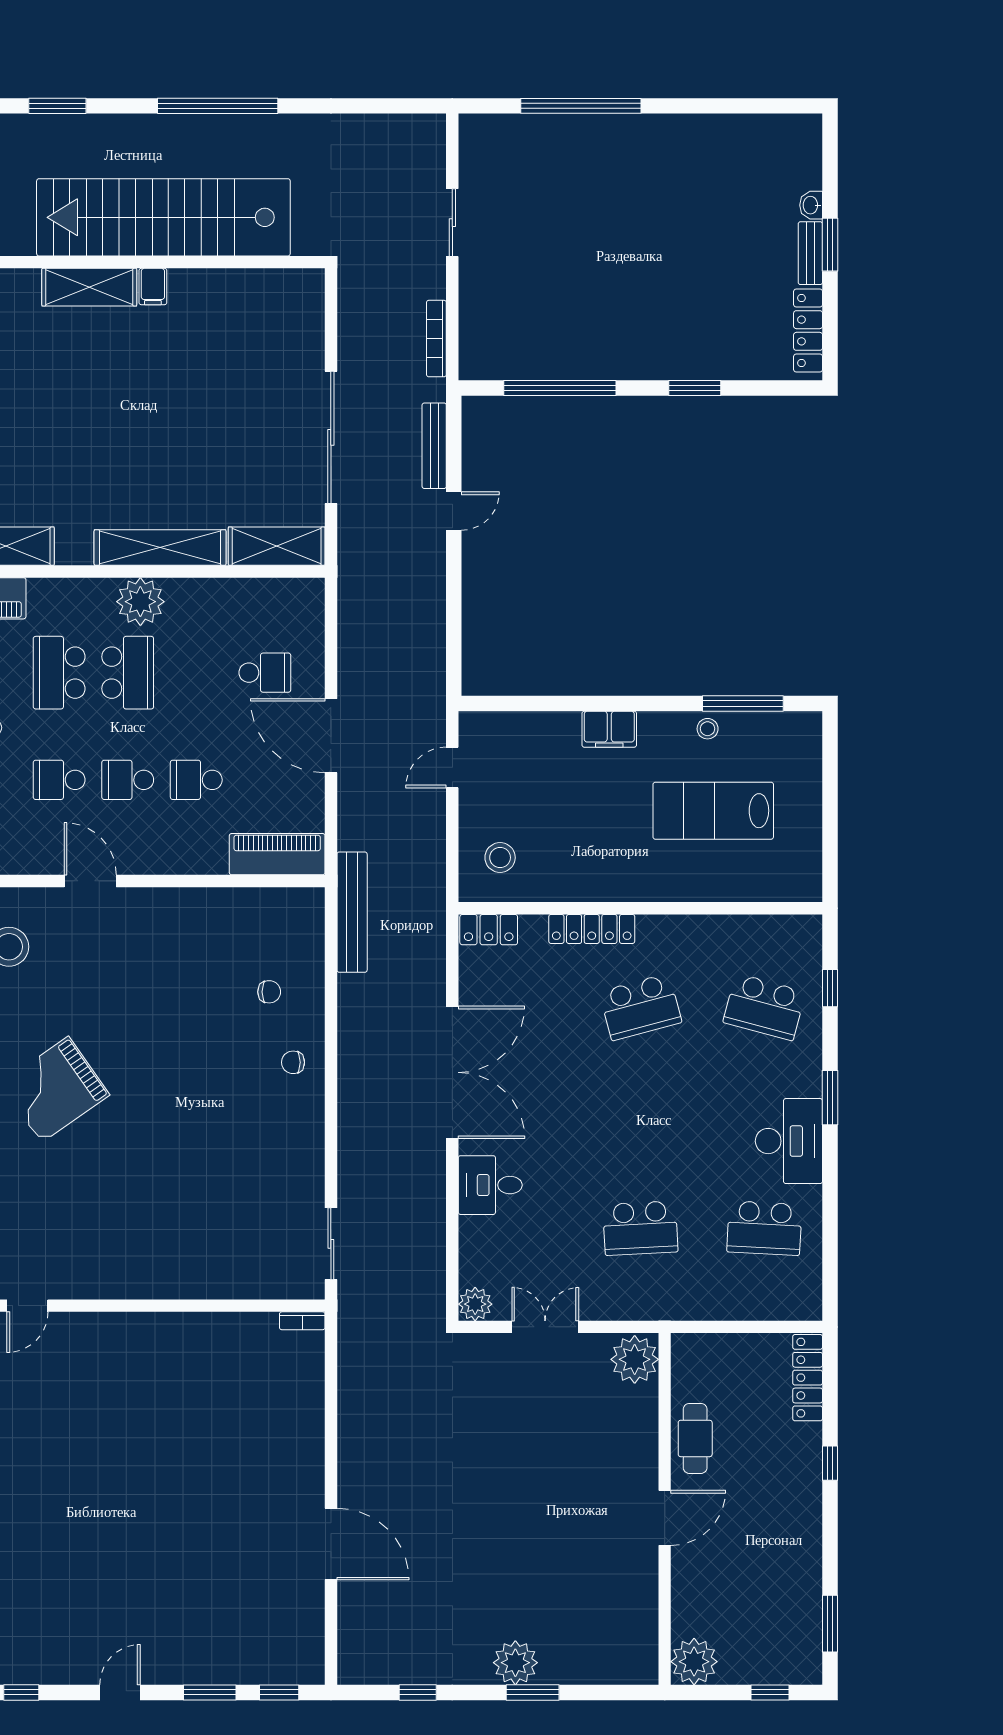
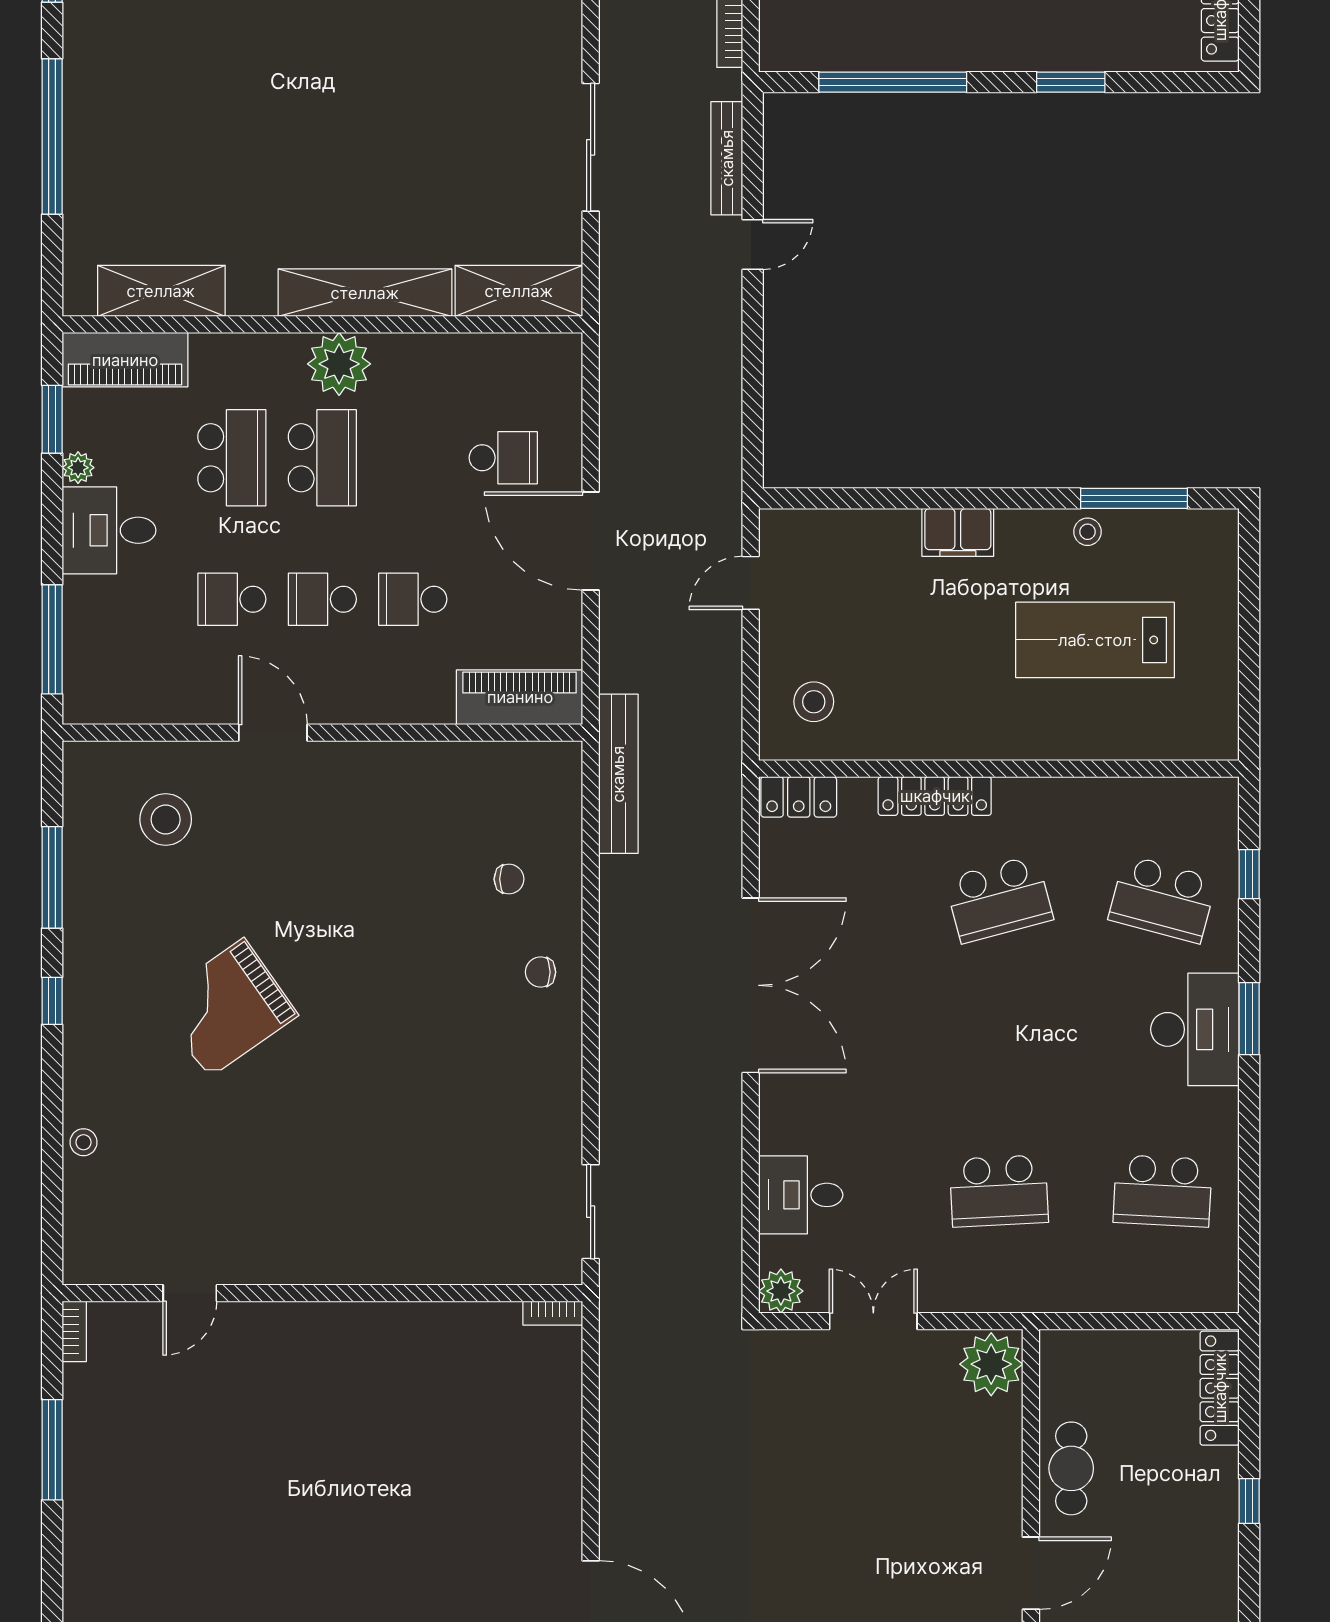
sliding door: (331, 437) -> (591, 147), width x0.73
school desk: (59, 673) -> (232, 458), turned 180
desk: (789, 1141) -> (1195, 1029), moved
desk: (490, 1185) -> (801, 1195), moved

